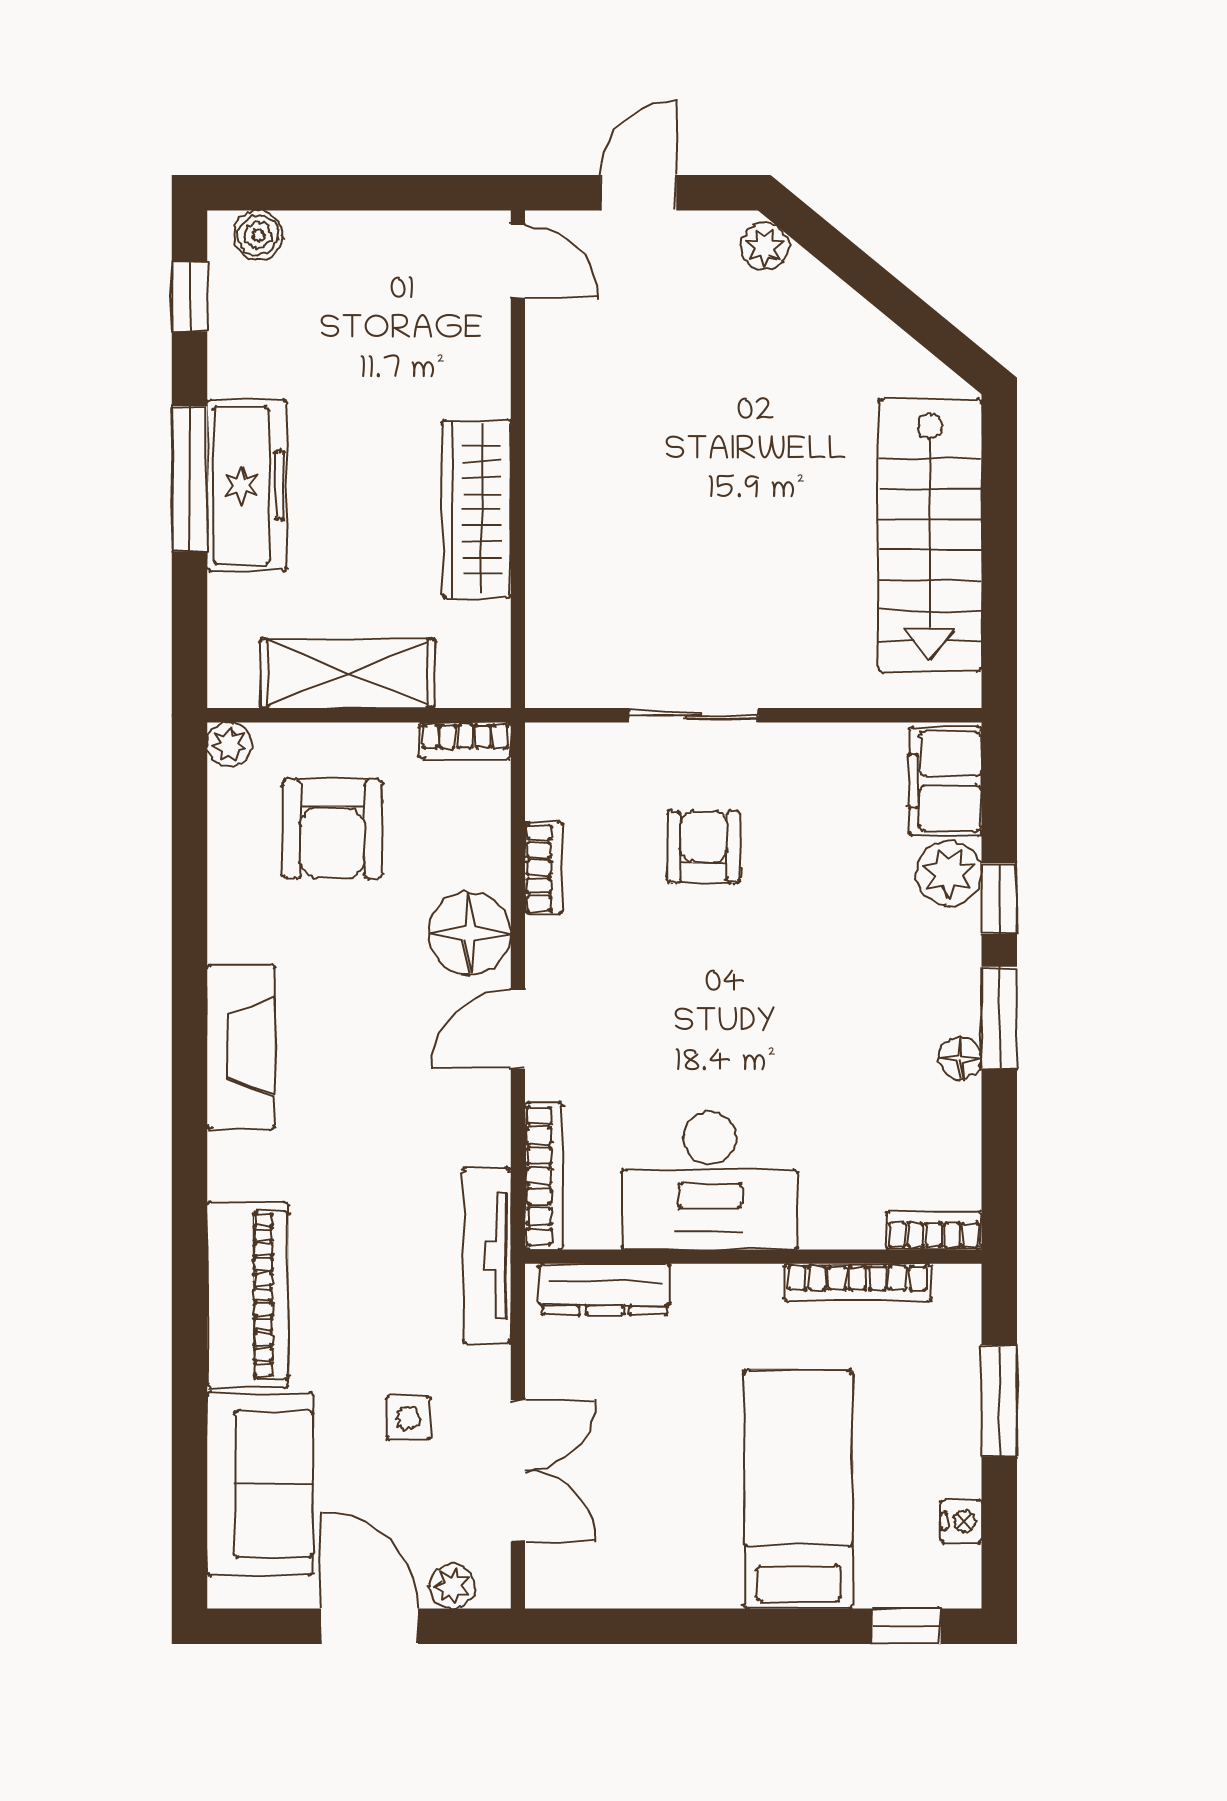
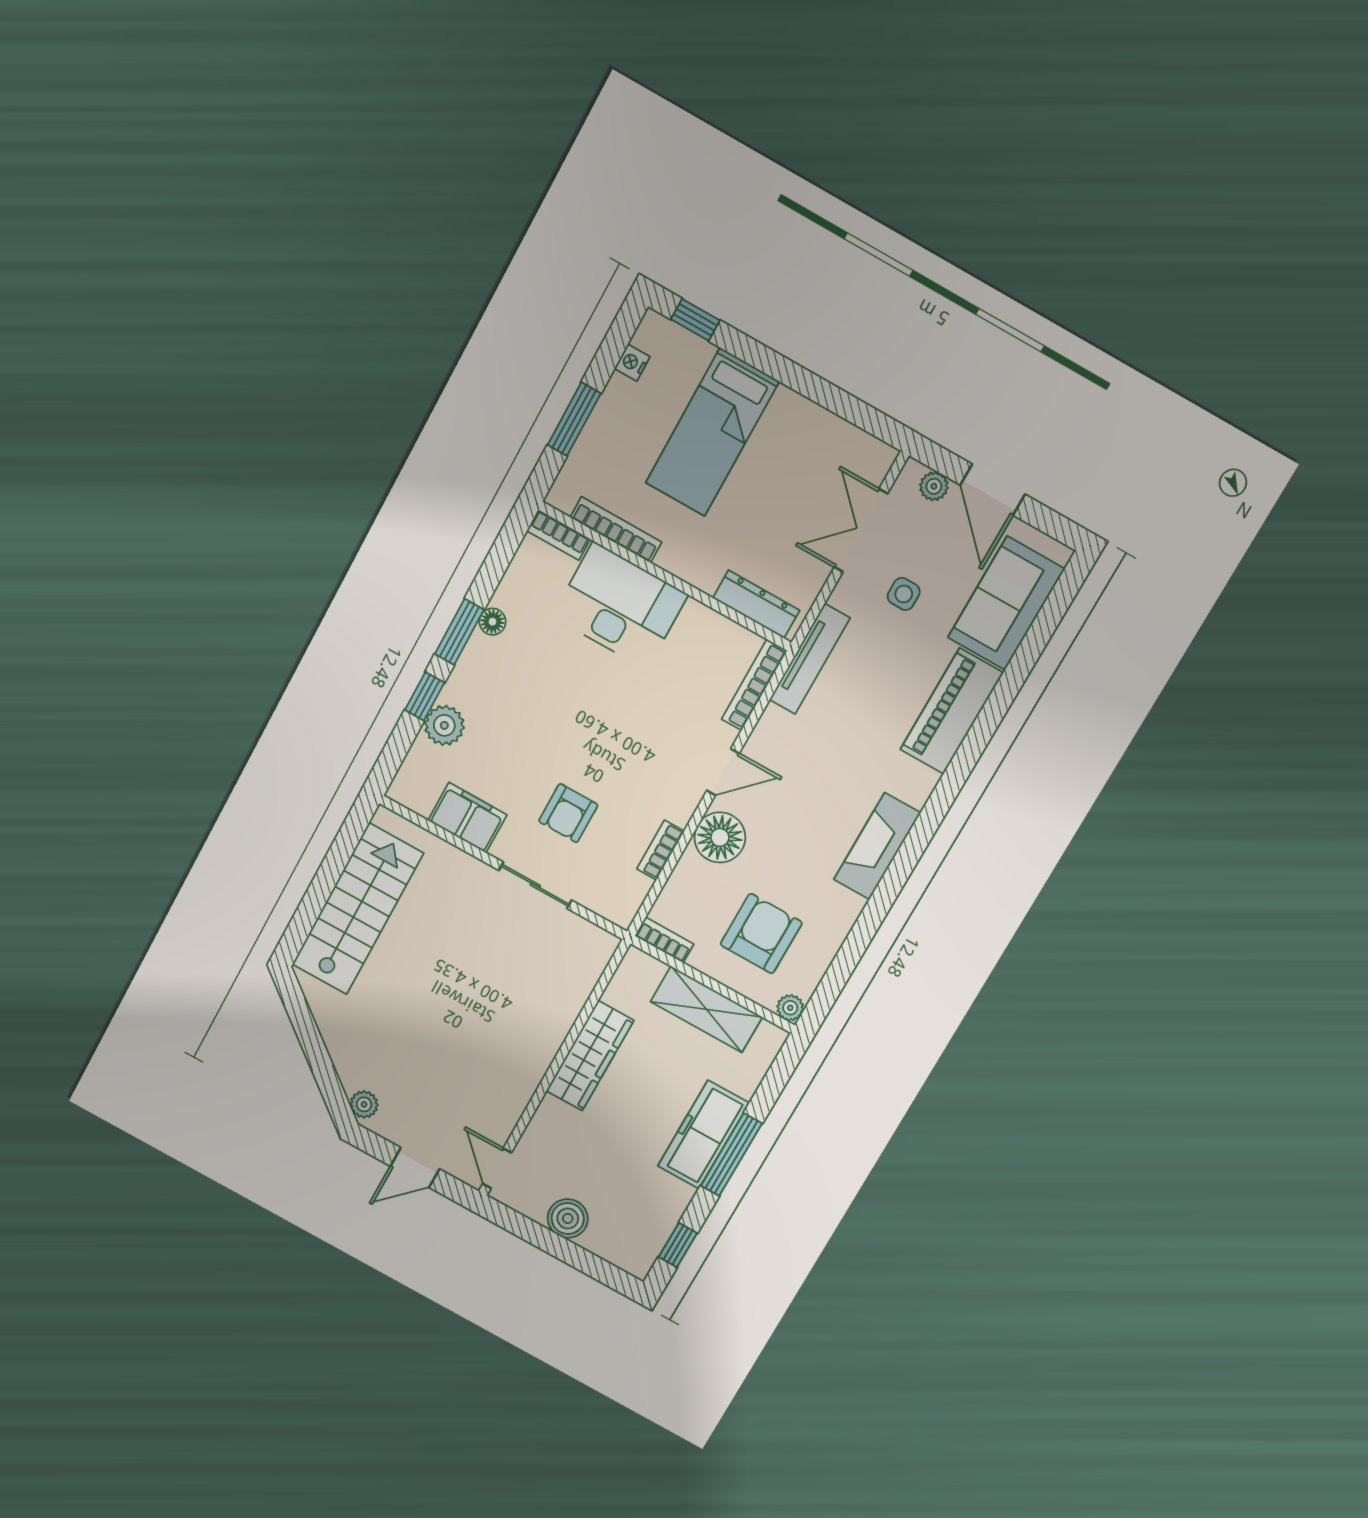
boiler: (258, 235) -> (568, 1218), moved, width x1.36, depth x1.36
filing cabinet: (945, 781) -> (467, 818), moved, turned -90
desk: (710, 1181) -> (620, 606), moved

